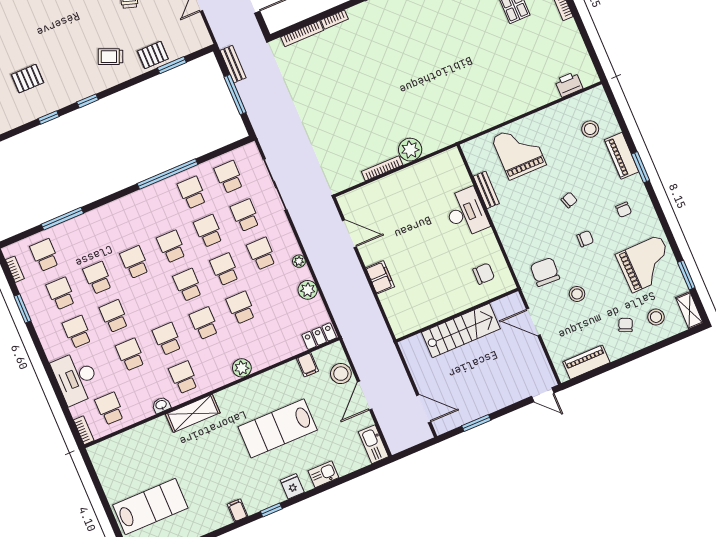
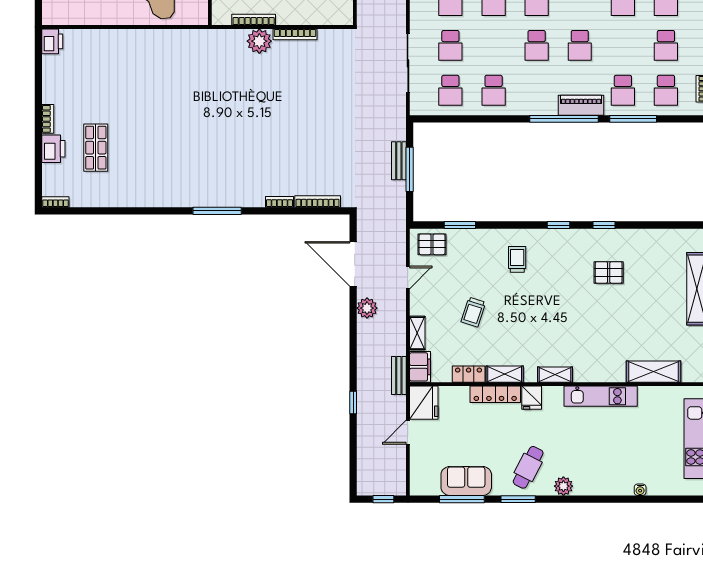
pallet: (153, 55) -> (432, 244), moved
trolley: (111, 57) -> (517, 259), turned -113
bench: (233, 64) -> (399, 161), moved
printer: (569, 84) -> (52, 41), moved, turned -90
bookcase: (423, 166) -> (254, 20), added
window: (167, 174) -> (564, 119), moved
piano: (112, 211) -> (581, 105), added
school desk: (208, 231) -> (494, 45), removed
school desk: (98, 278) -> (623, 90), moved

